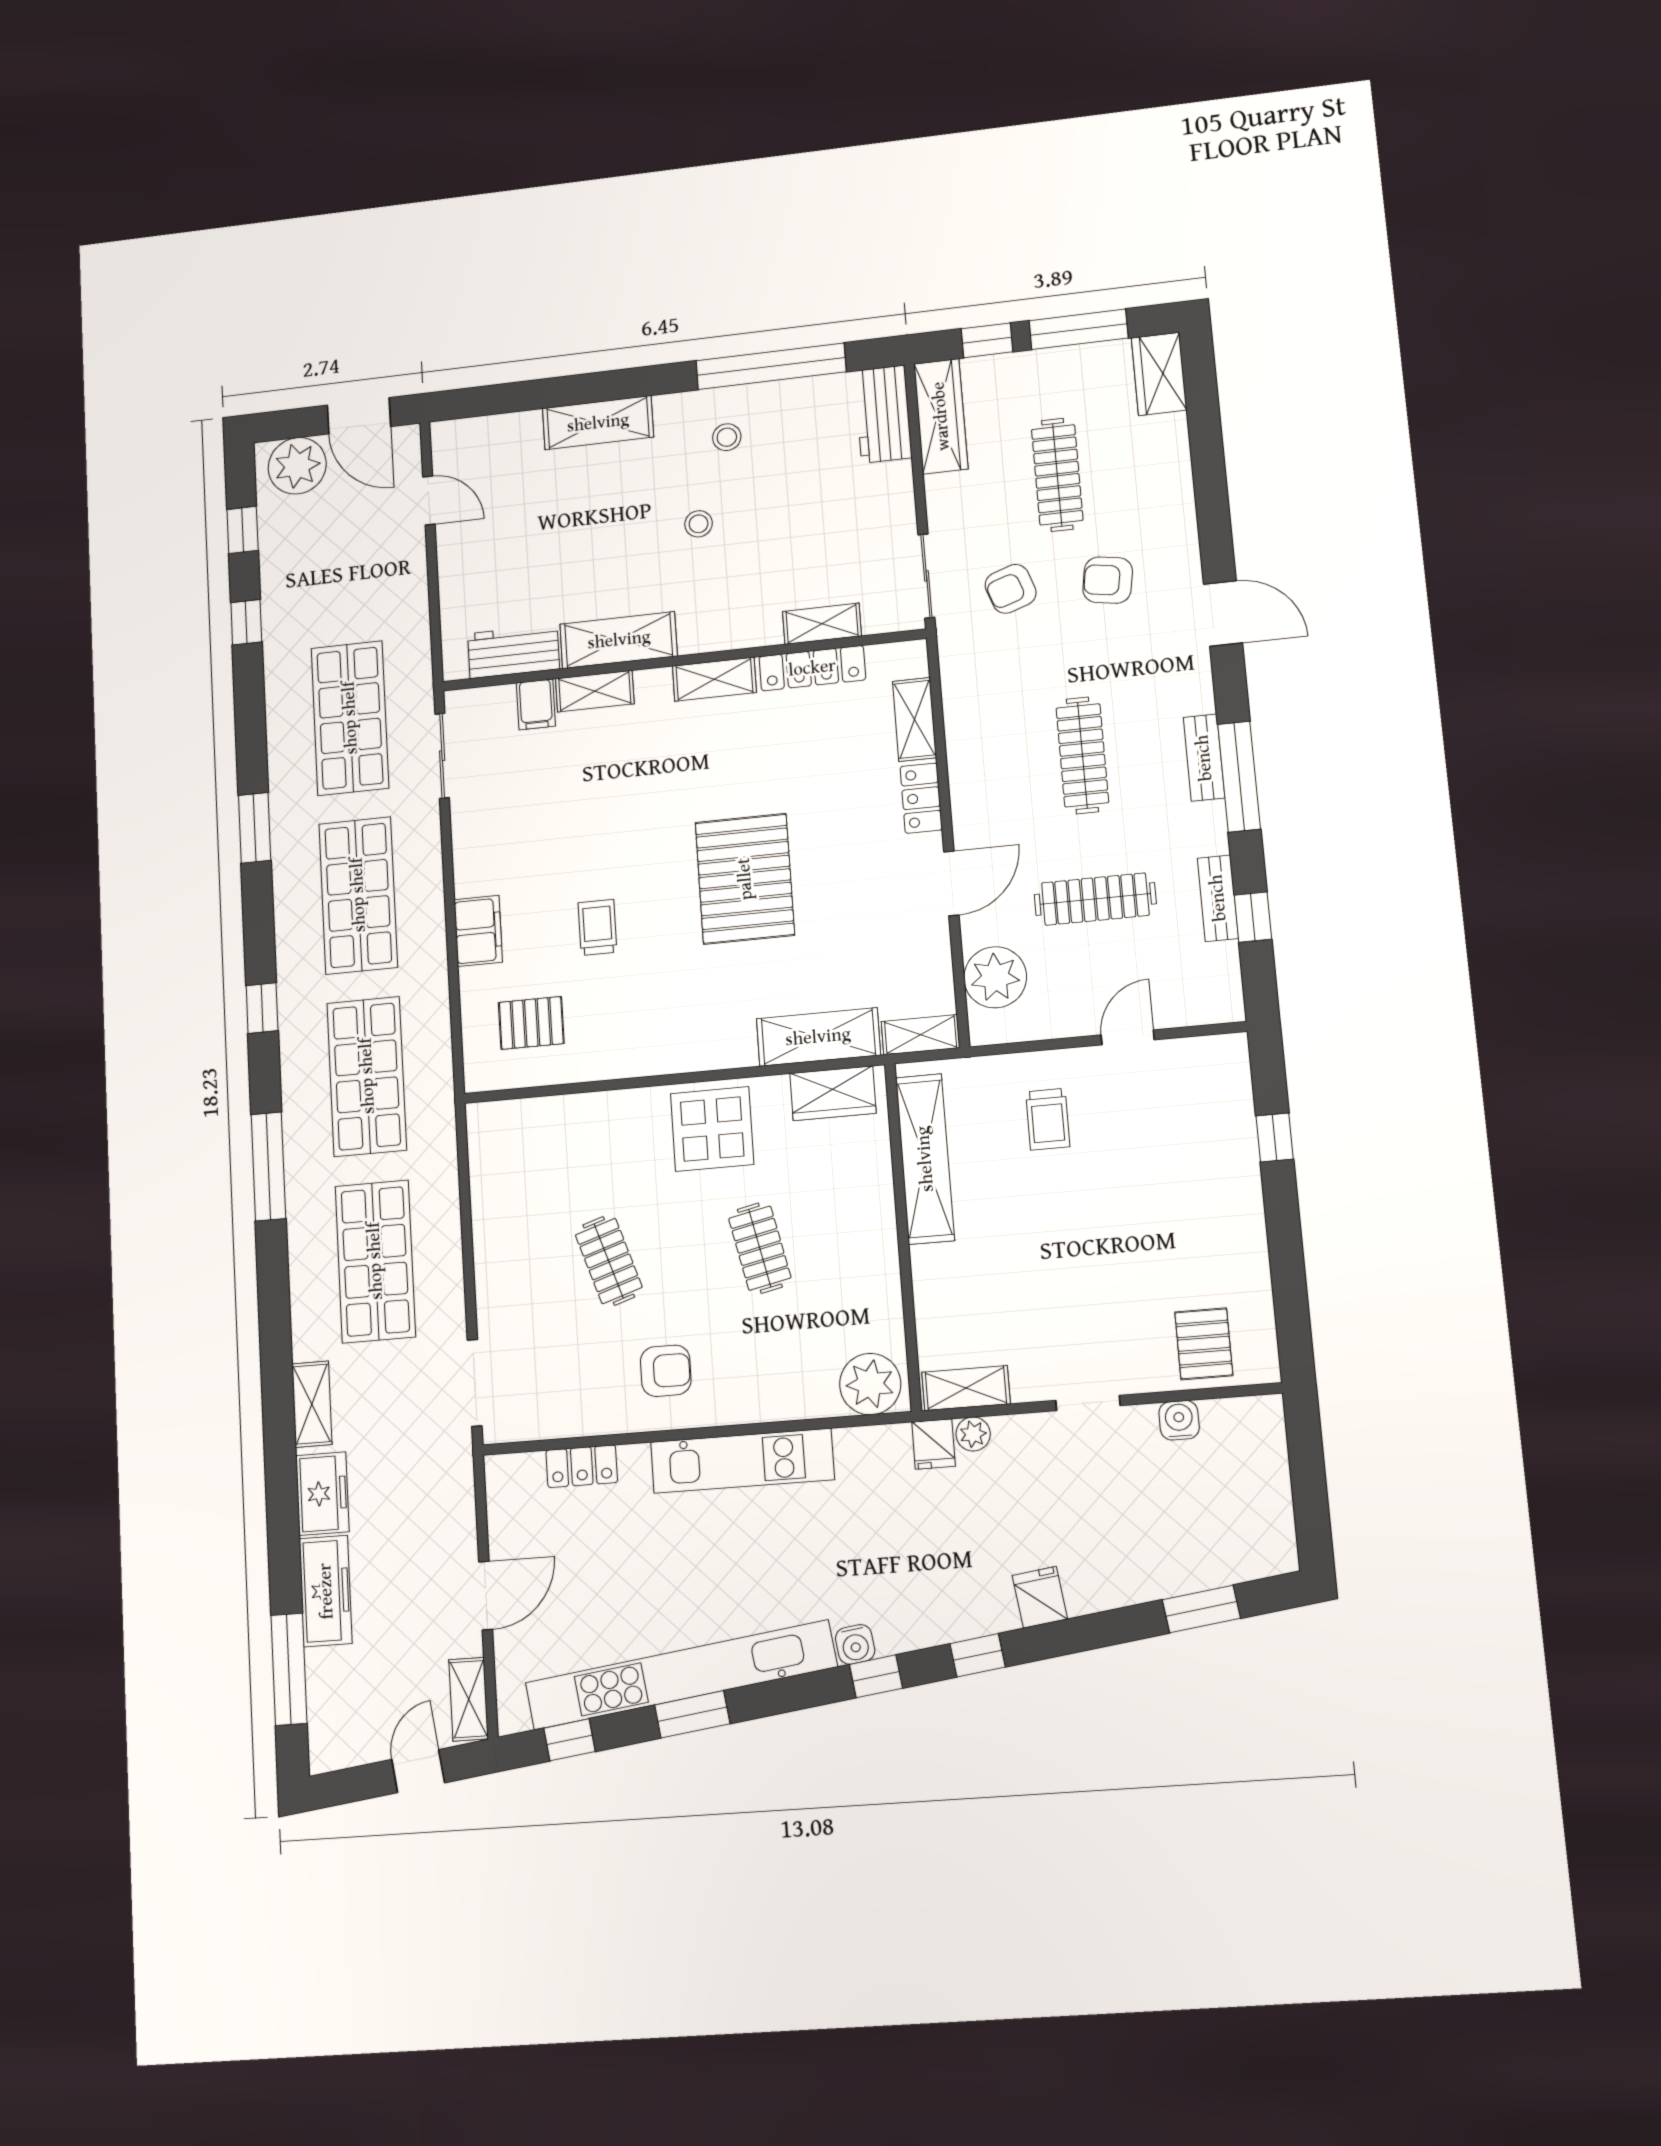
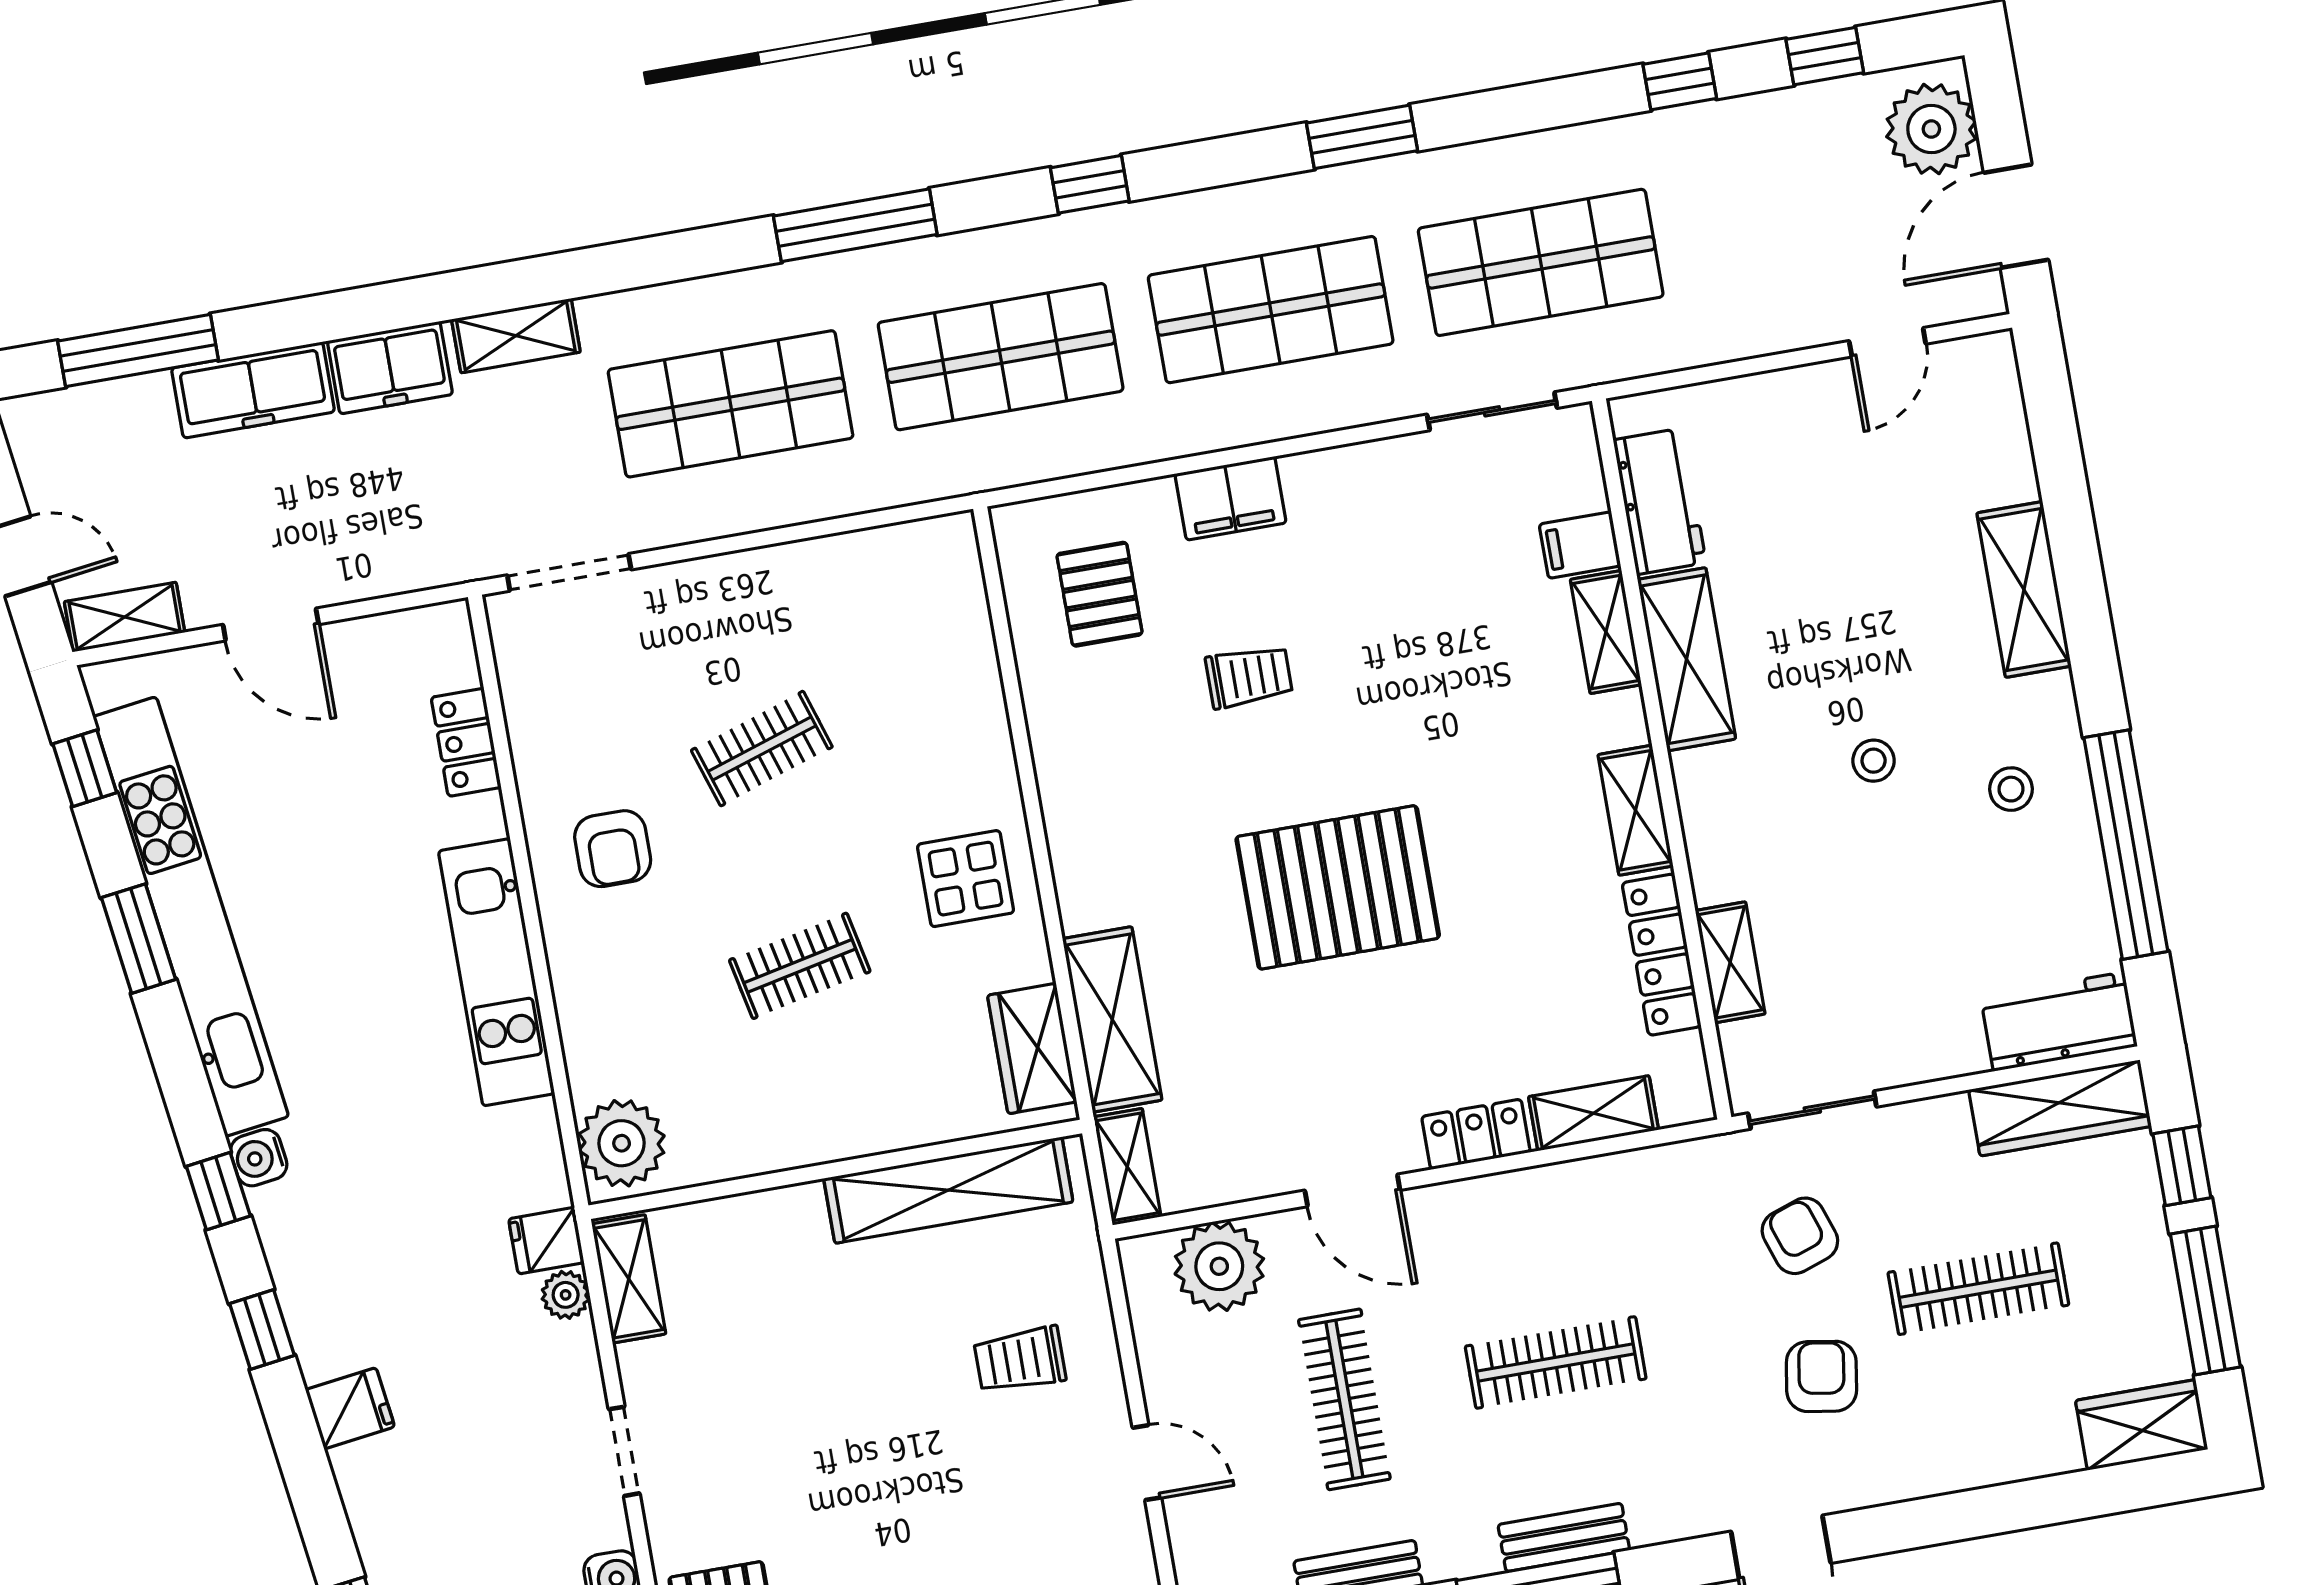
display table: (712, 1129) -> (966, 879), width x0.73, depth x0.73

